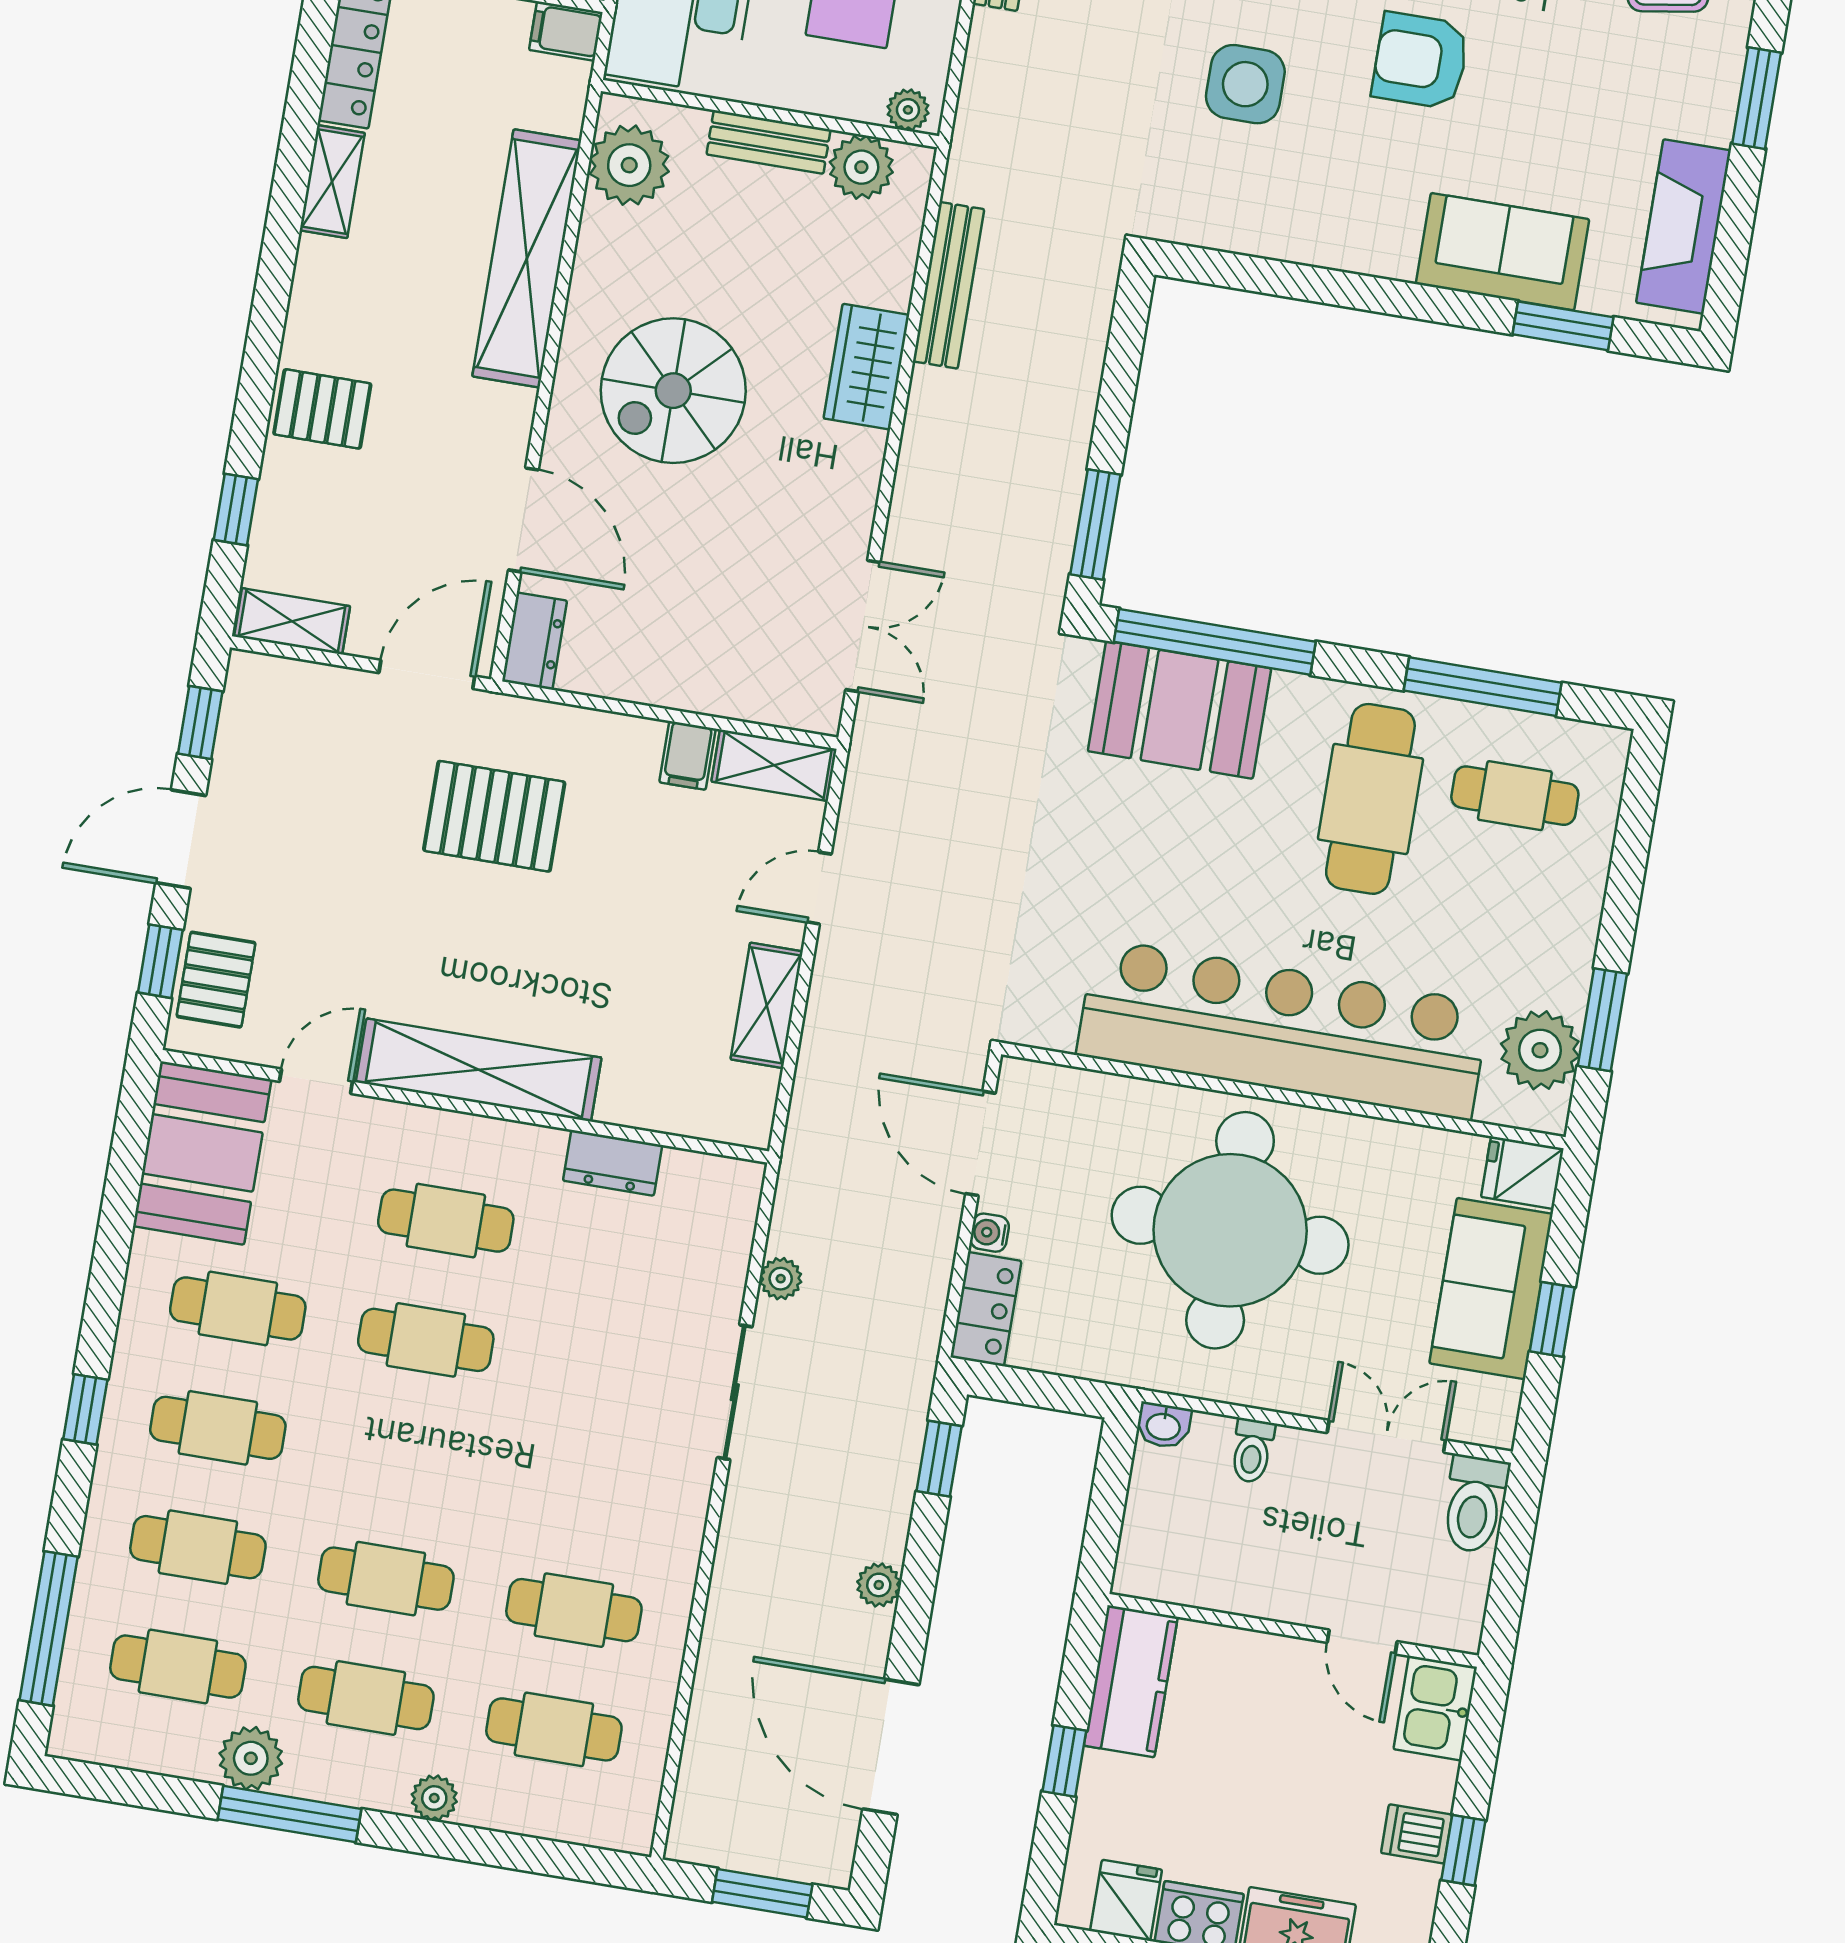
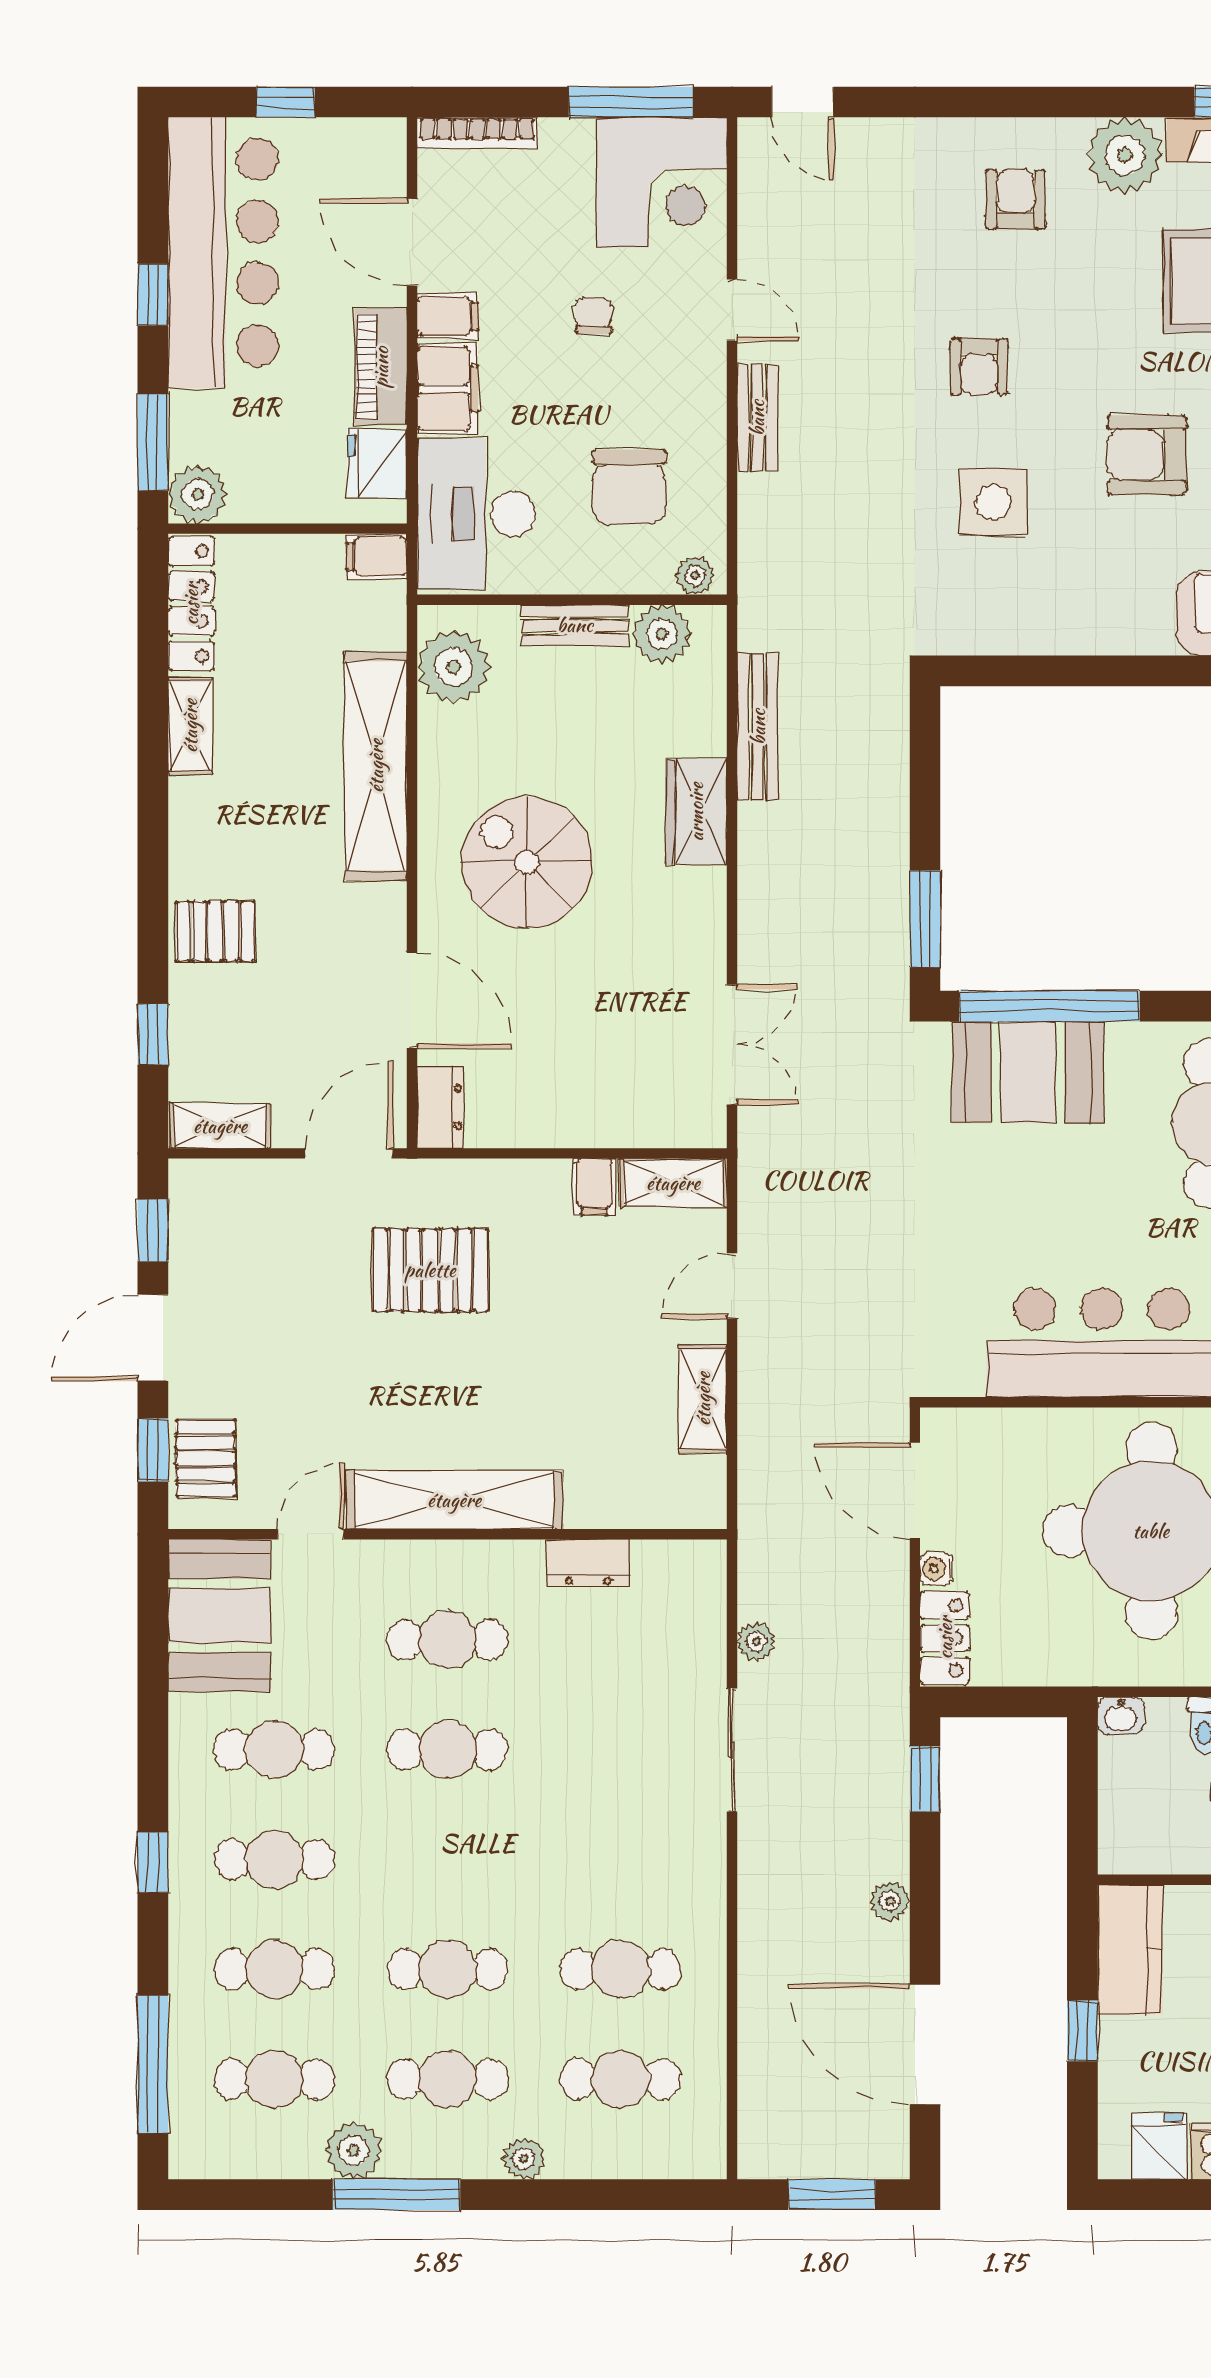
spiral stairs: (673, 391) -> (527, 862), turned 90

